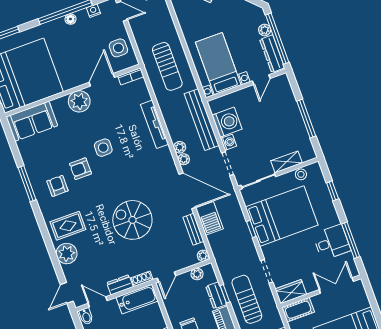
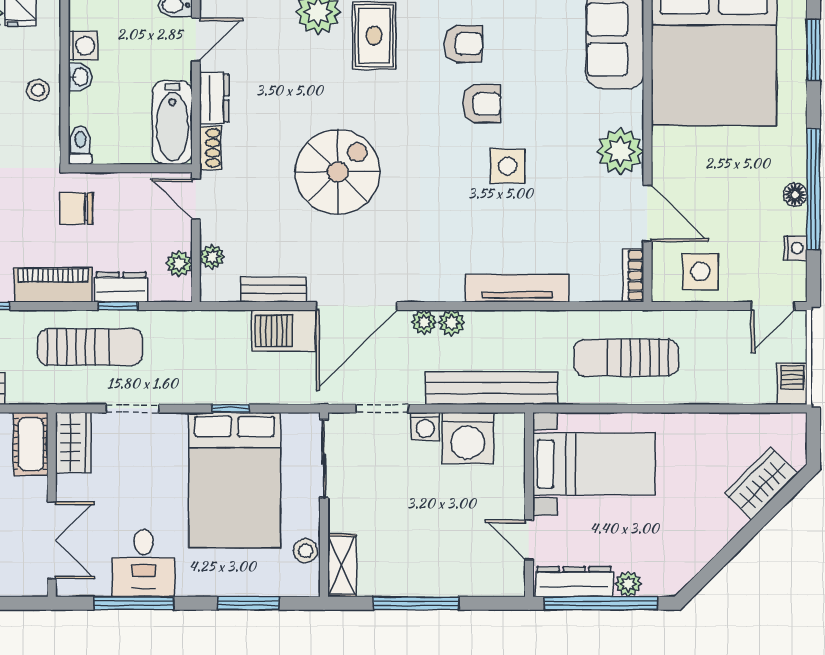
shelving: (287, 162) -> (342, 565), moved
armchair: (80, 169) -> (481, 104), turned 90
window: (333, 191) -> (248, 603), width x1.50
plant: (203, 256) -> (212, 257), moved

